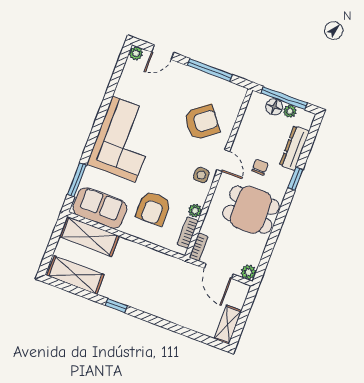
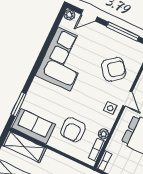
corner sofa: (124, 139) -> (64, 59), moved

